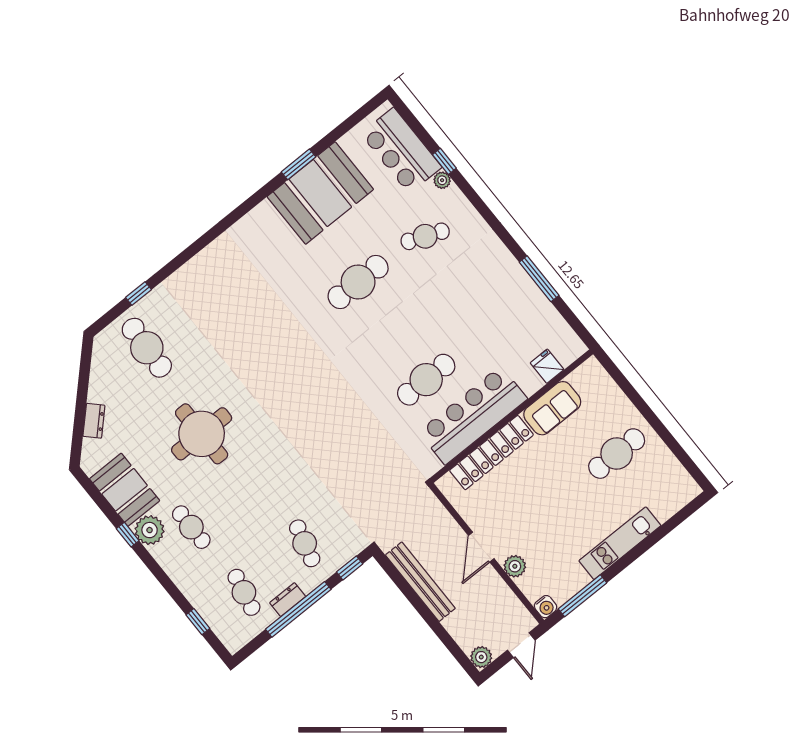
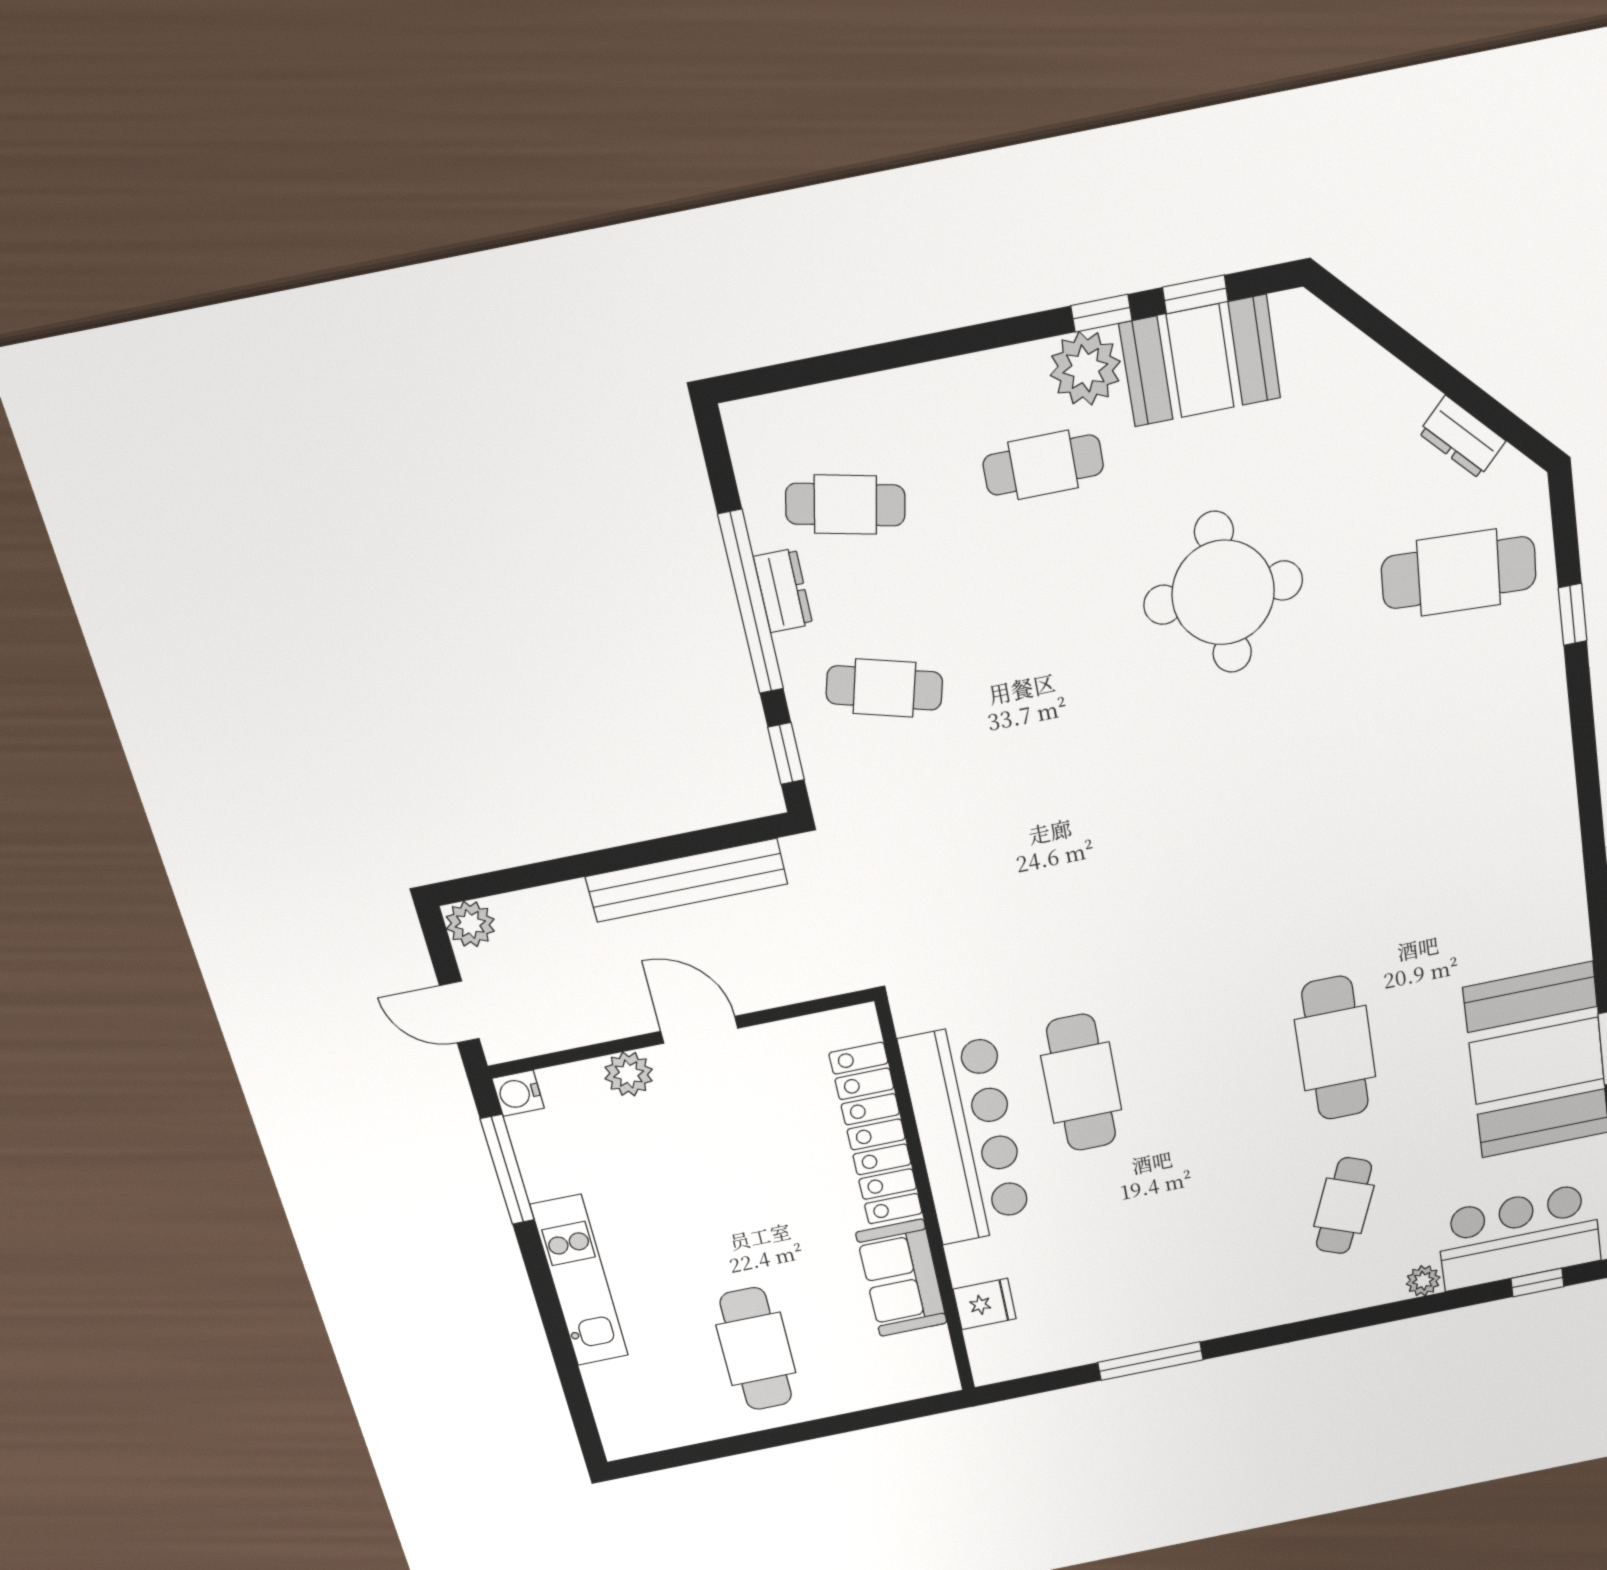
window: (444, 161) -> (1537, 1283), moved
dresser: (94, 421) -> (1462, 437), moved
window: (198, 622) -> (1195, 294), moved

